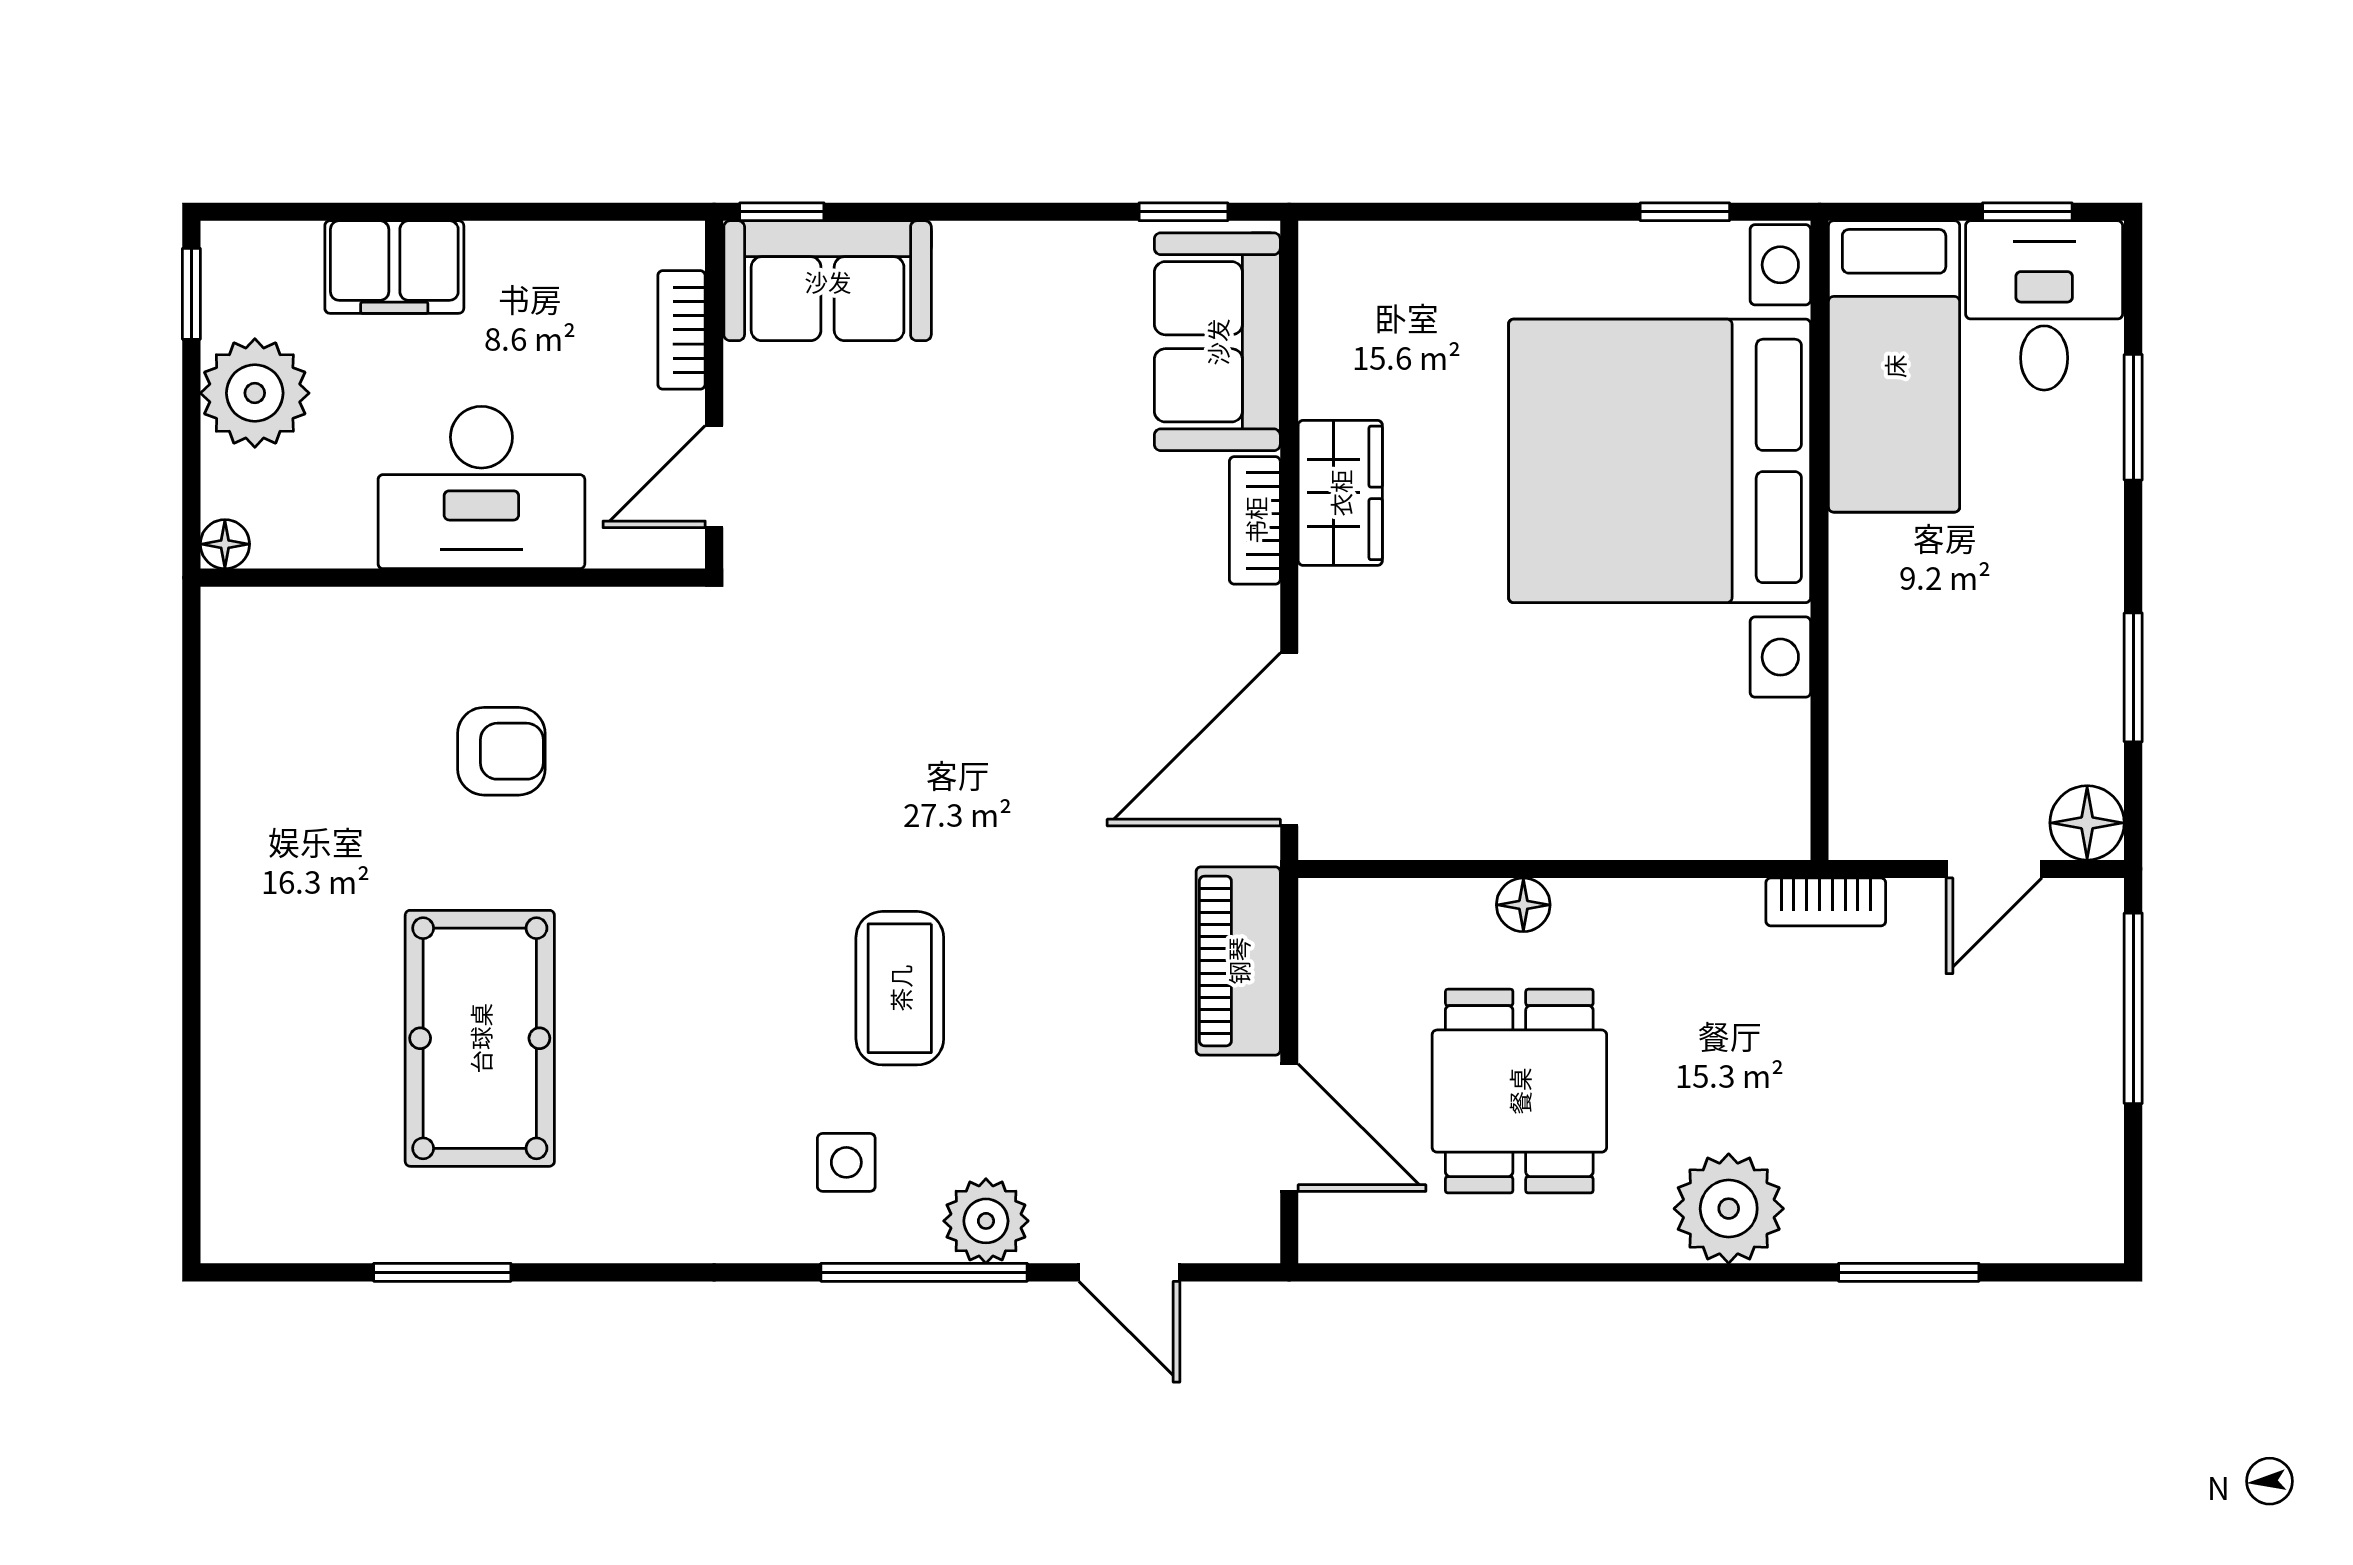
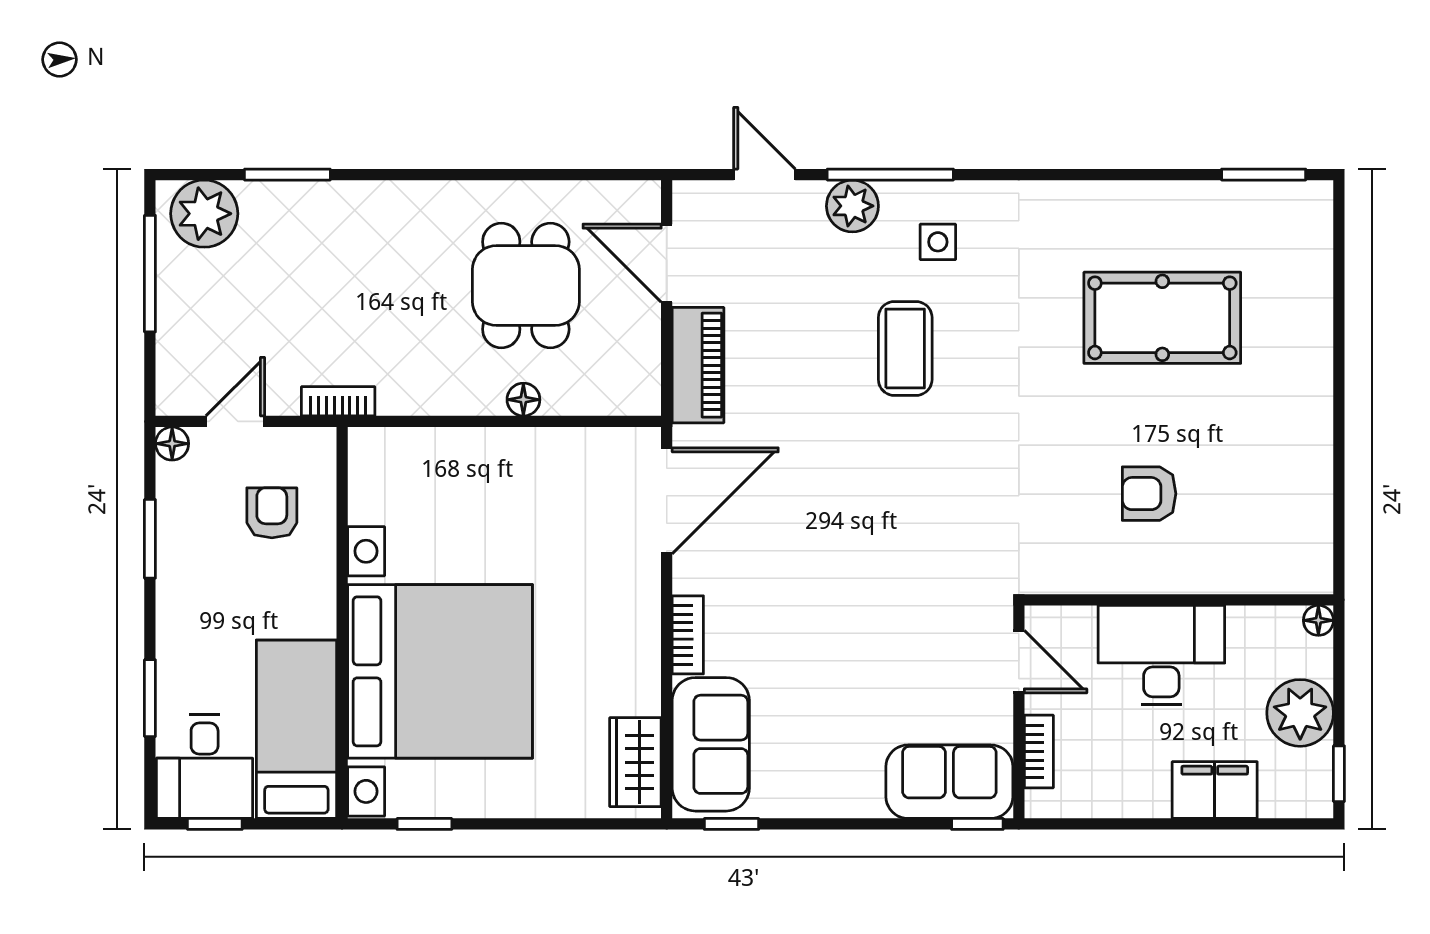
door: (714, 477) -> (1019, 662), hinge flipped
wardrobe: (1340, 493) -> (635, 762), moved
armchair: (1934, 720) -> (272, 513), added
floor lamp: (2087, 823) -> (172, 444), width x0.73, depth x0.73
window: (2133, 1008) -> (150, 274), moved
pool table: (480, 1038) -> (1162, 318), turned 90
plant: (1729, 1209) -> (204, 214), moved
window: (442, 1272) -> (1264, 175), moved

